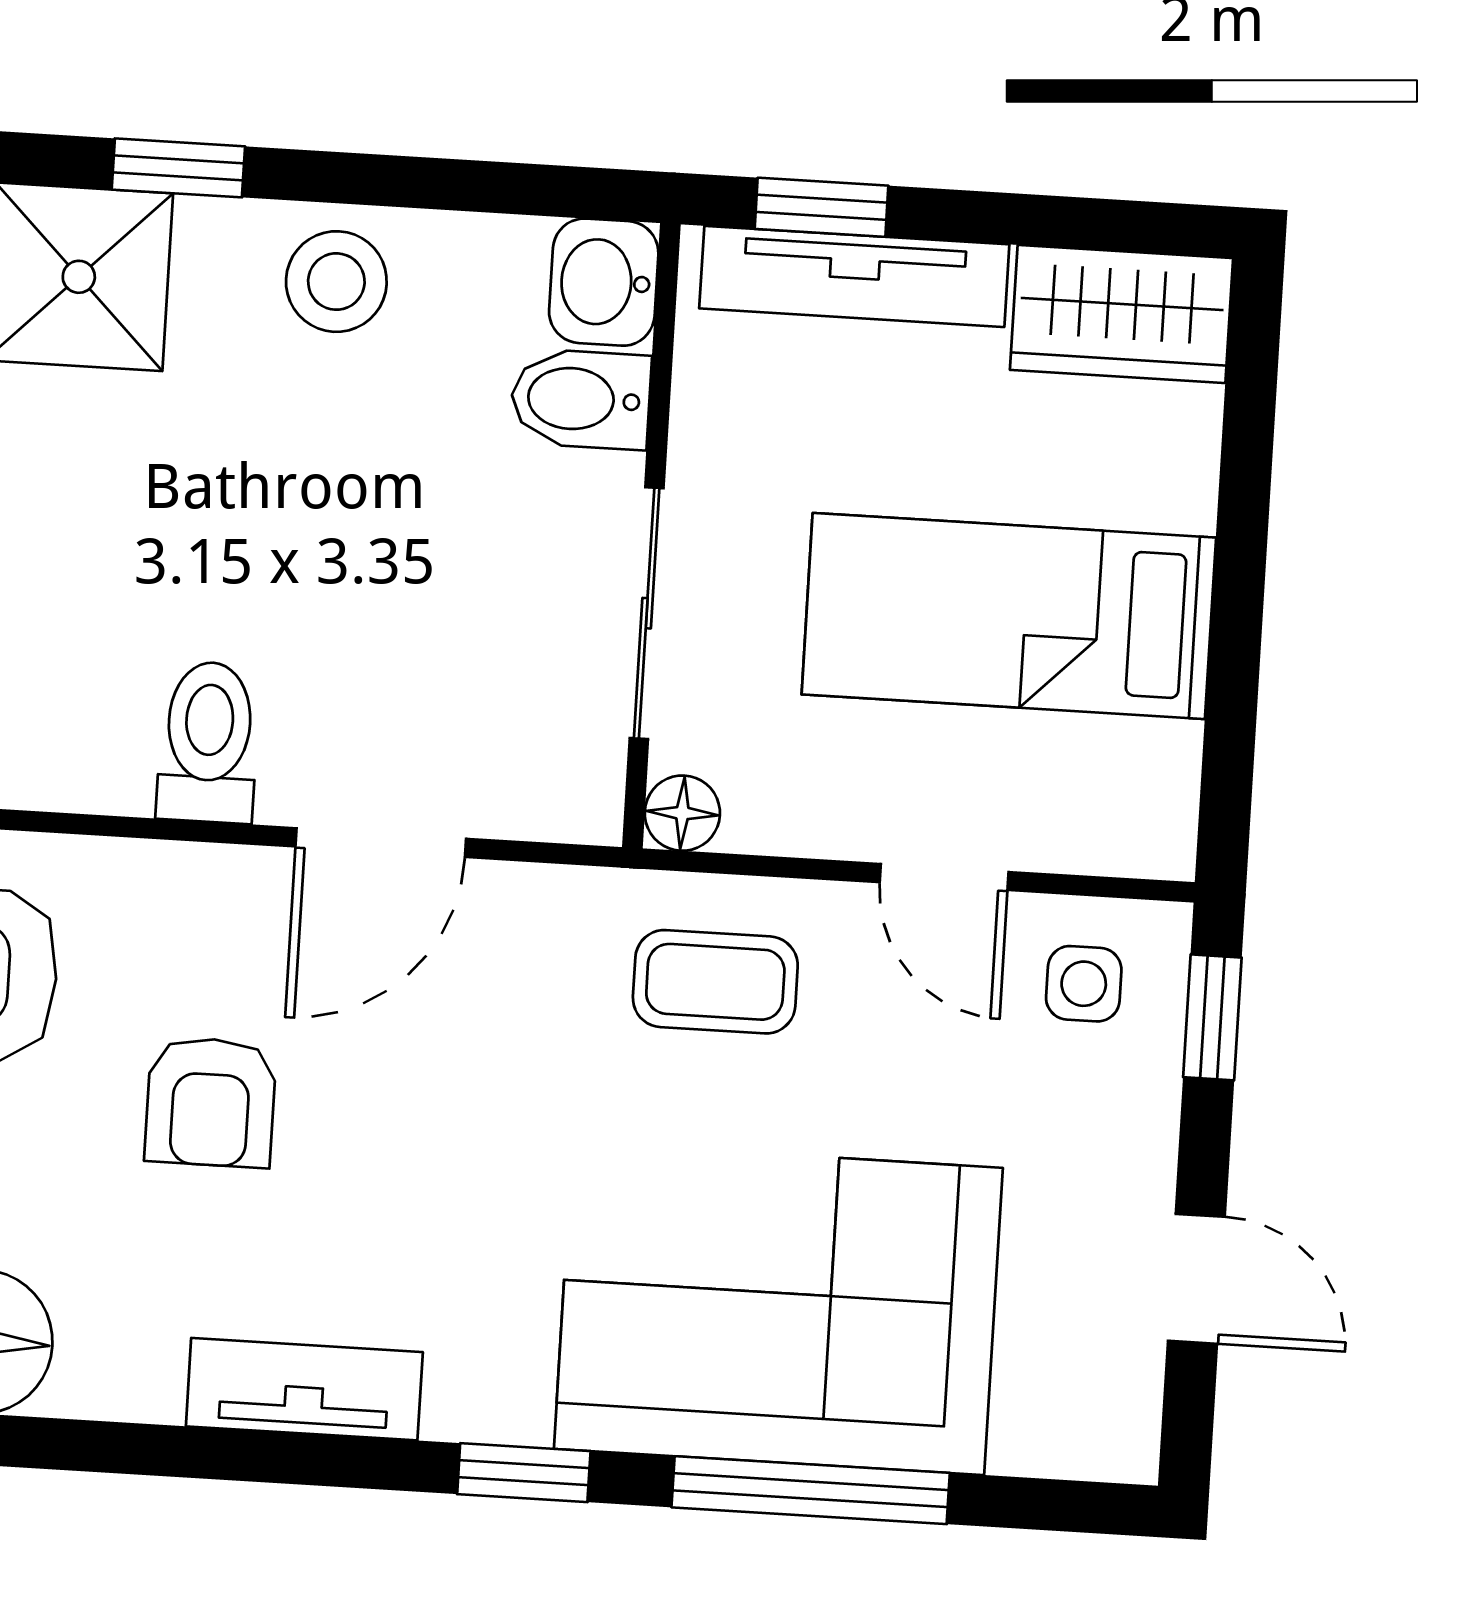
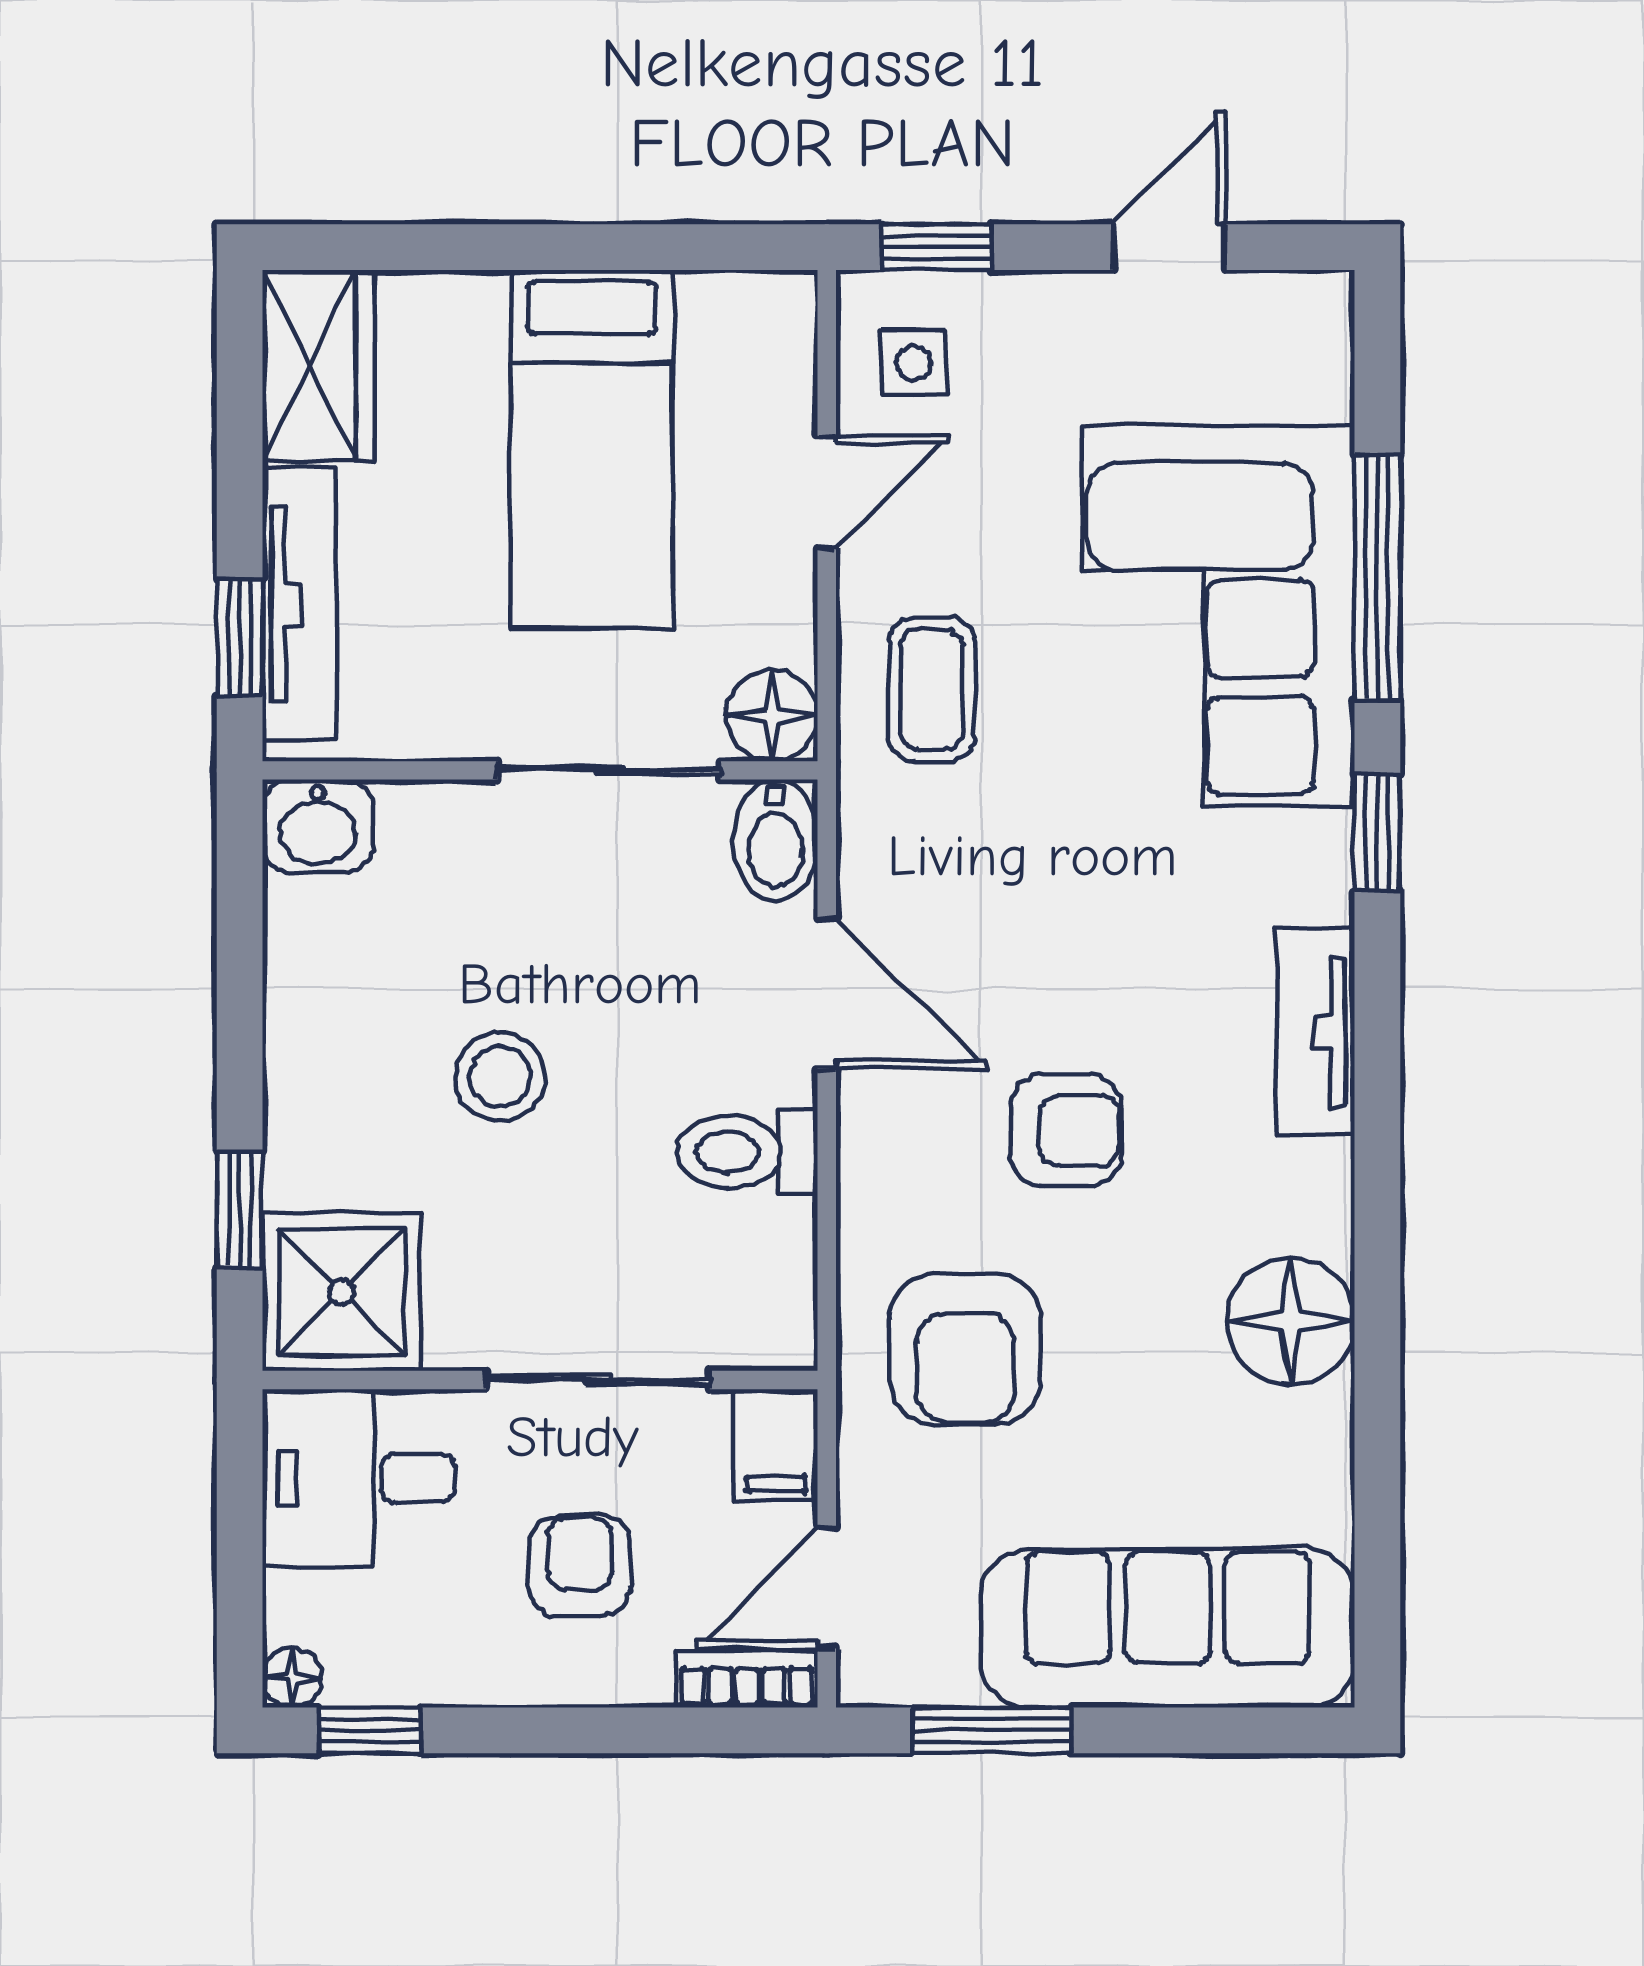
stool: (336, 282) -> (500, 1077), moved
bidet: (581, 399) -> (775, 841), moved
floor lamp: (682, 813) -> (772, 715), width x1.37, depth x1.37

